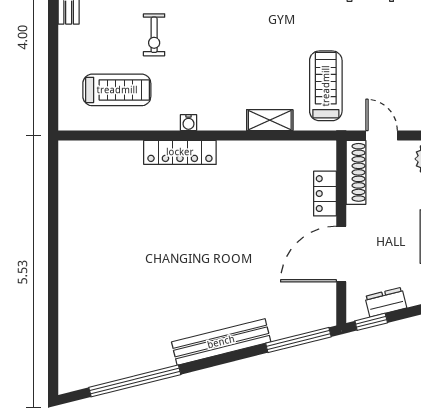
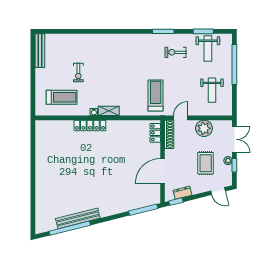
shelving: (270, 120) -> (109, 111), moved
door: (382, 135) -> (181, 118), hinge flipped
locker: (325, 194) -> (155, 133), moved
bench: (221, 342) -> (78, 218), moved

